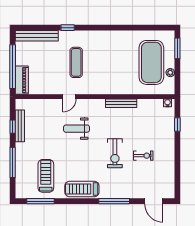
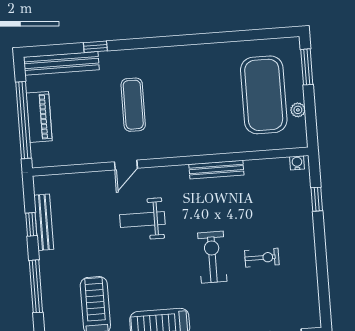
window: (68, 28) -> (95, 47), moved
piano: (22, 80) -> (39, 117), moved
exercise bike: (115, 153) -> (212, 257), turned 180

